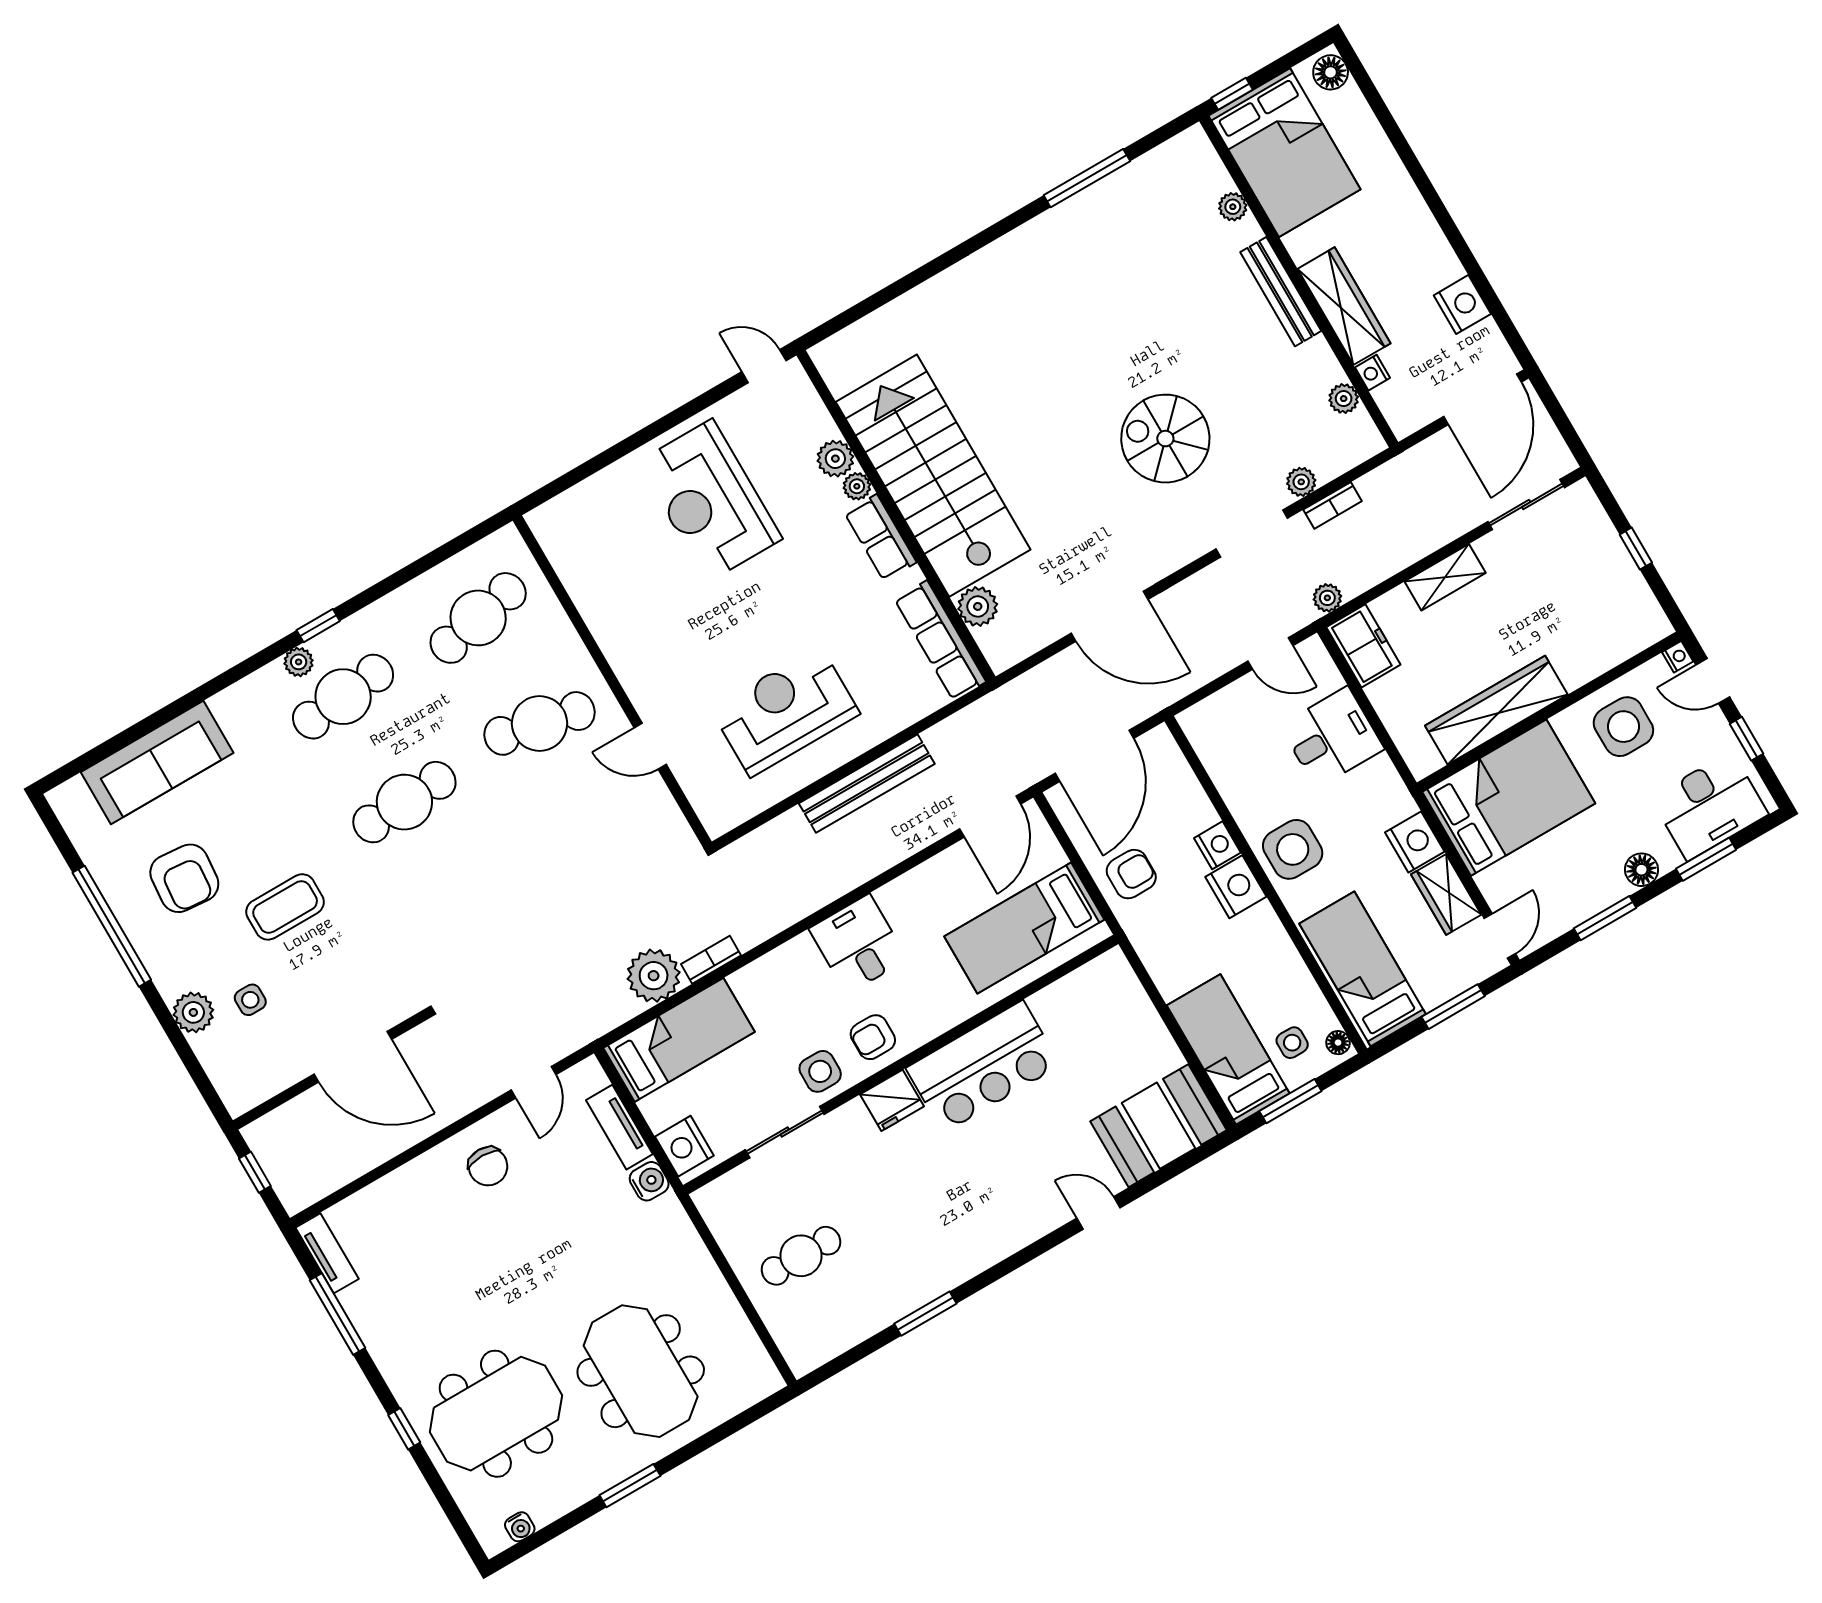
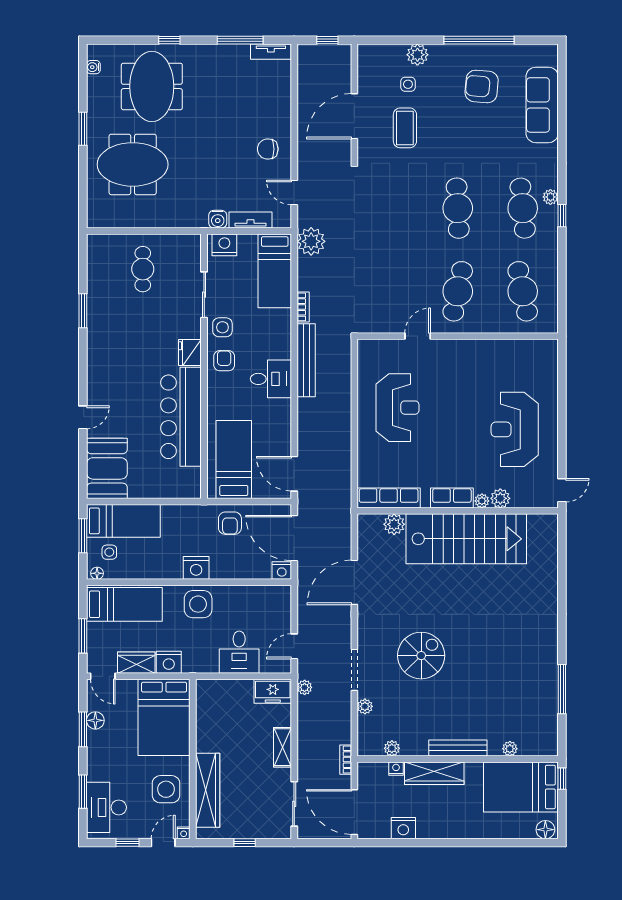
reception desk: (710, 501) -> (515, 429), turned -90
bookcase: (1333, 505) -> (346, 760), moved
wardrobe: (1496, 710) -> (208, 790), moved
bench: (867, 784) -> (306, 360), moved
nightstand: (1217, 845) -> (282, 571), moved
floor lamp: (1641, 870) -> (95, 720), moved
coffee table: (285, 907) -> (405, 128), moved
plant: (654, 976) -> (311, 241), moved
bar counter: (983, 1067) -> (181, 417), width x1.36

